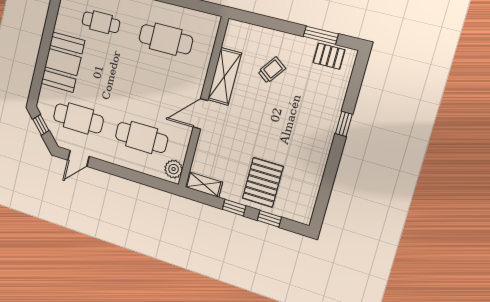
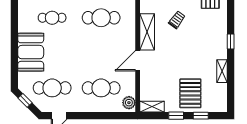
shelving: (318, 164) -> (222, 71), added

